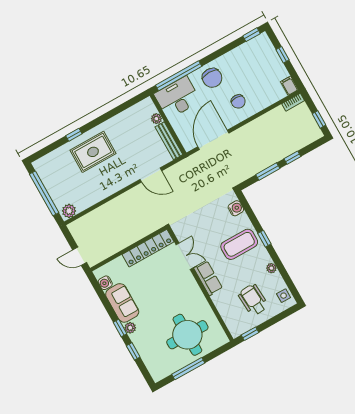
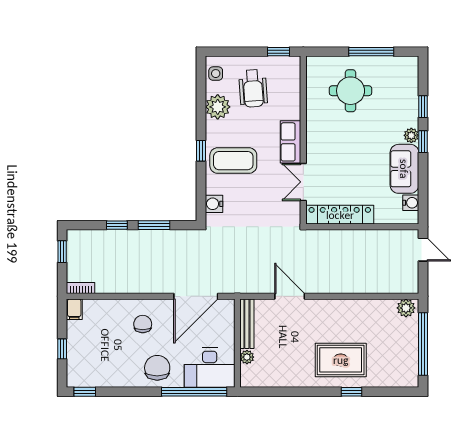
plant: (271, 268) -> (218, 107), width x1.87, depth x1.87
round table: (187, 335) -> (351, 91), width x0.73, depth x0.73

